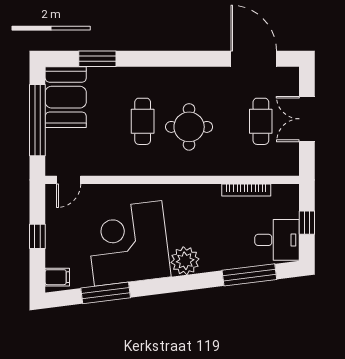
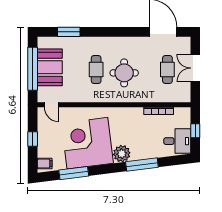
booth: (66, 97) -> (50, 67), moved
door: (69, 180) -> (52, 105), hinge flipped
window: (249, 275) -> (142, 165), moved

